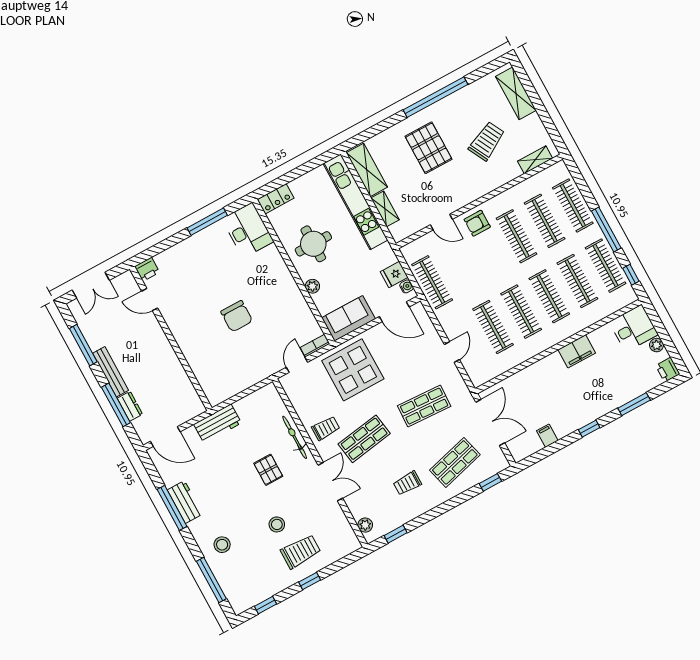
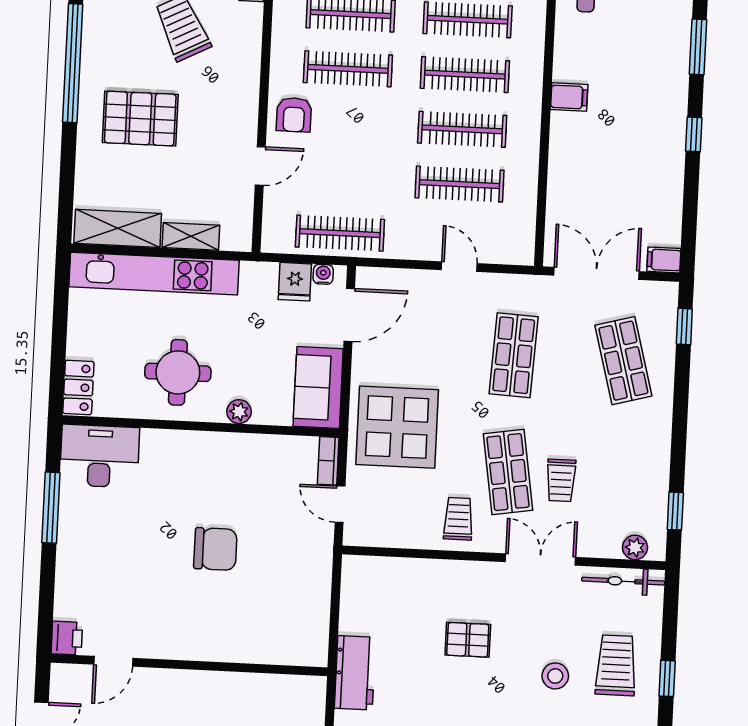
filing cabinet: (577, 351) -> (569, 97), width x0.50
filing cabinet: (547, 436) -> (664, 260), moved
bicycle: (295, 437) -> (623, 581), moved
trolley: (407, 483) -> (561, 480), moved

